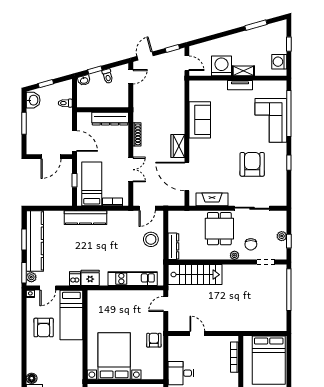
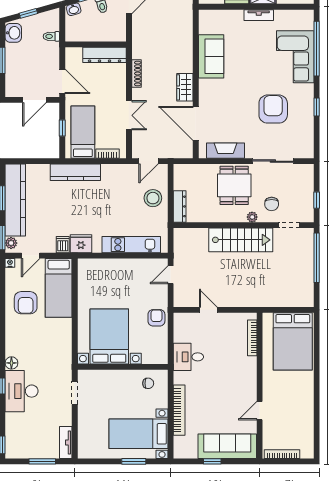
plant: (282, 236) -> (308, 194), removed
stairs: (195, 275) -> (241, 240), moved

